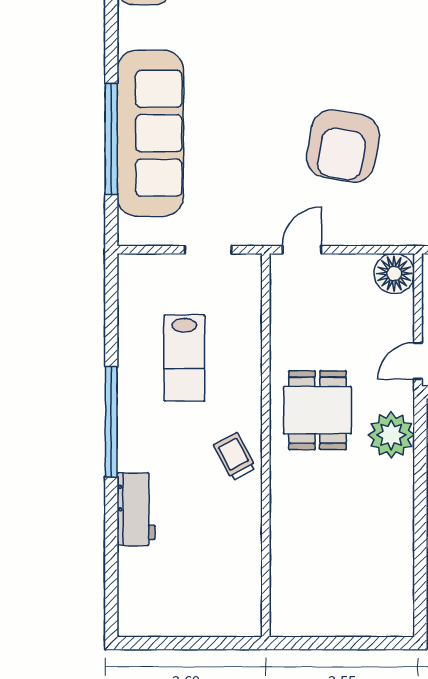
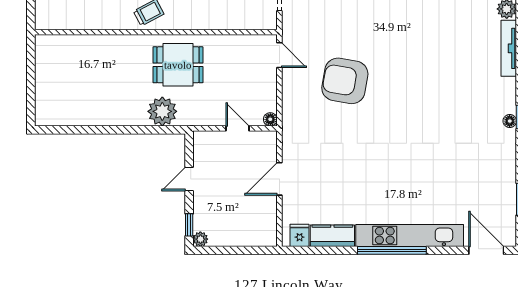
floor lamp: (394, 274) -> (270, 119), width x0.53, depth x0.53
door: (418, 361) -> (238, 128), moved

